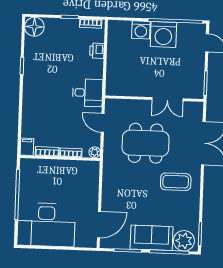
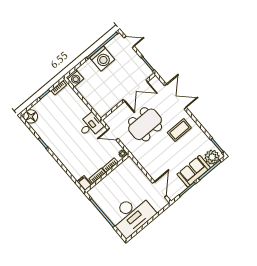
washing machine: (141, 30) -> (75, 78), moved
printer: (97, 51) -> (75, 99), removed
double door: (167, 99) -> (135, 91), width x1.37

